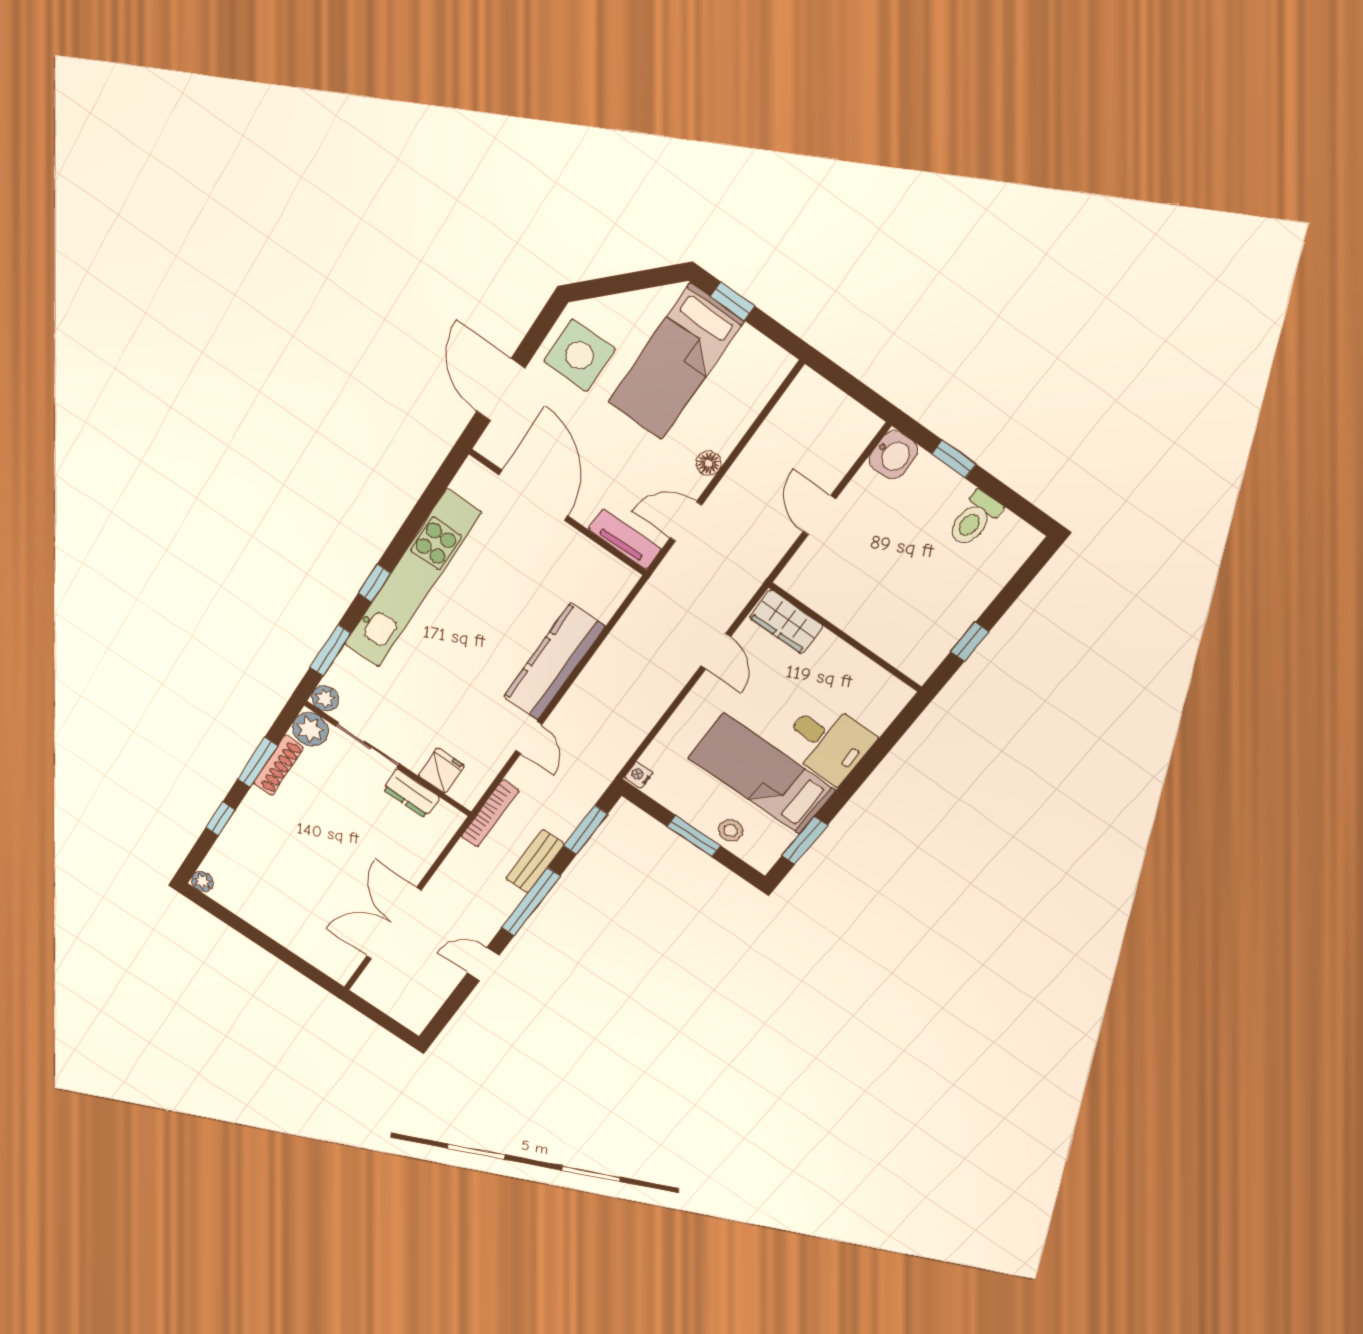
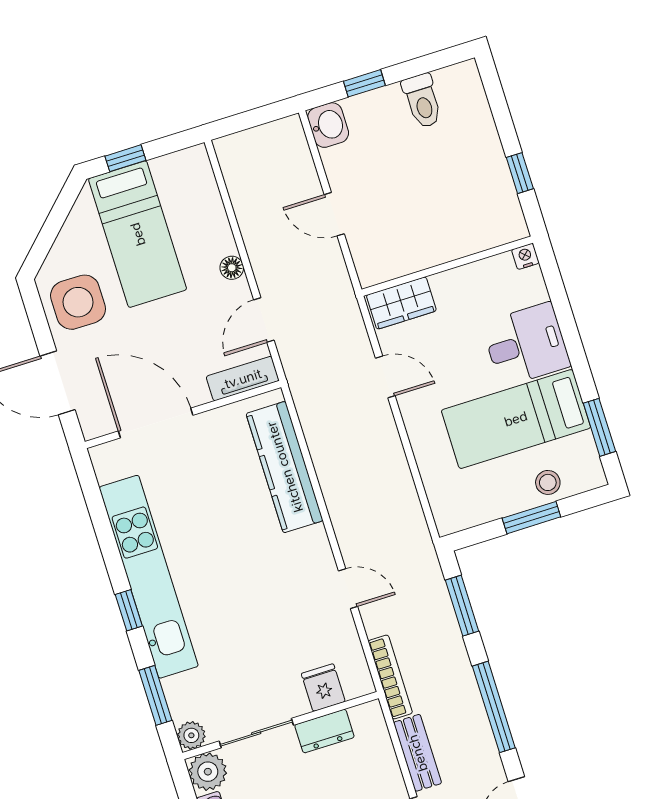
kitchen counter: (554, 662) -> (285, 467), moved
nightstand: (639, 775) -> (525, 256), moved, turned 90
bench: (535, 861) -> (418, 753), moved

